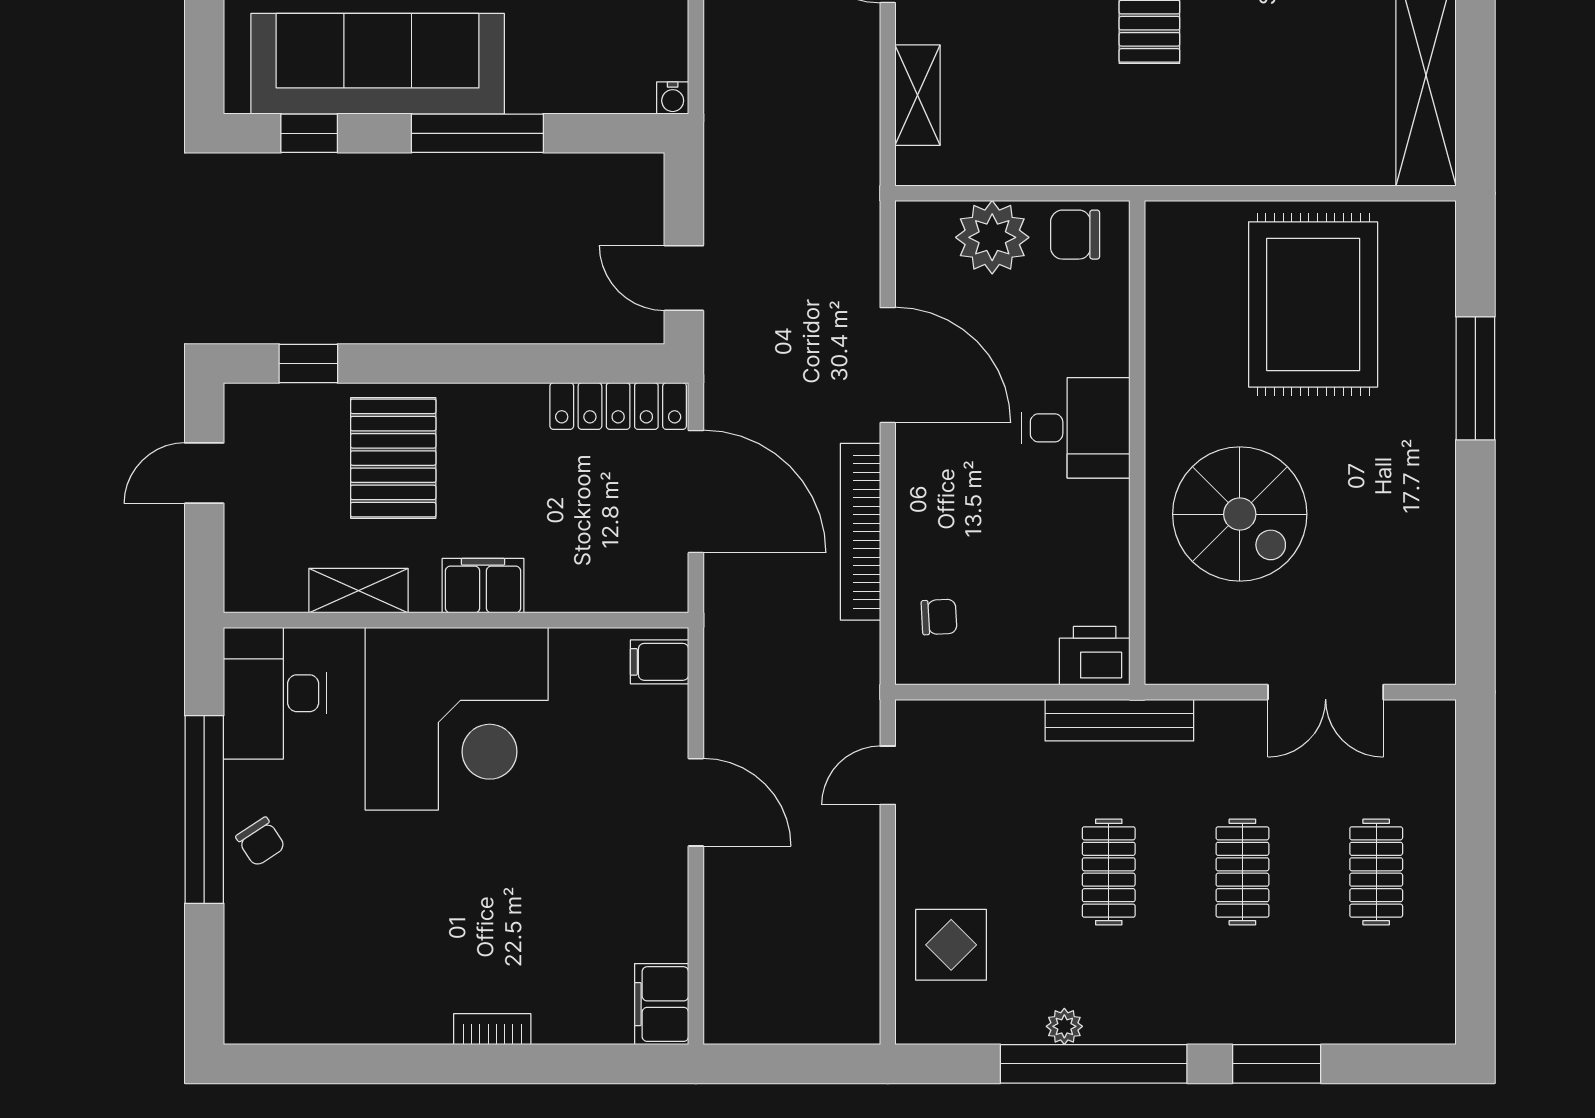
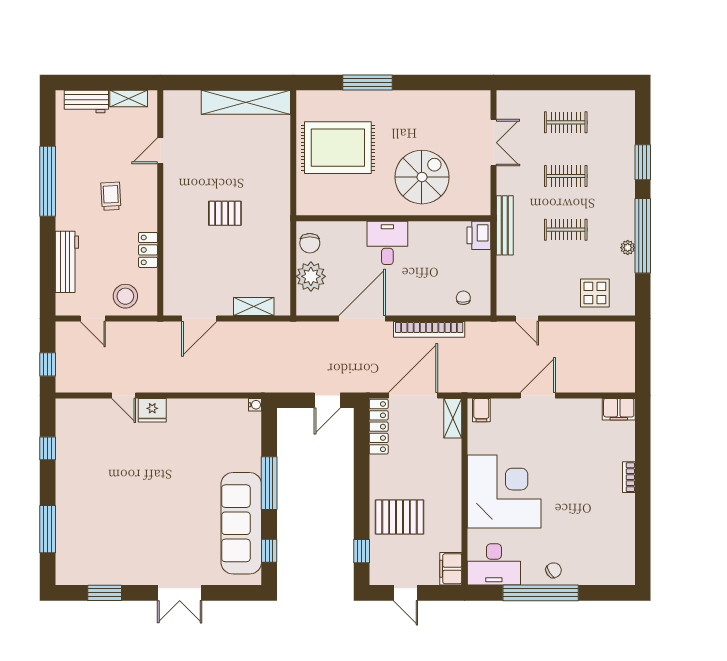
filing cabinet: (483, 586) -> (451, 569), moved
shelving: (358, 591) -> (453, 418), moved

